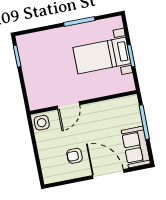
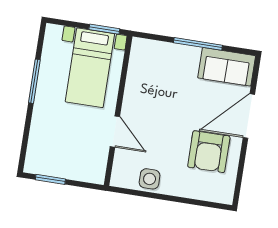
wall: (83, 102) -> (118, 111), moved
door: (68, 105) -> (115, 132), moved
armchair: (75, 156) -> (209, 152), width x1.88, depth x1.88

